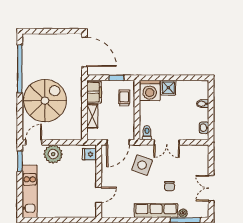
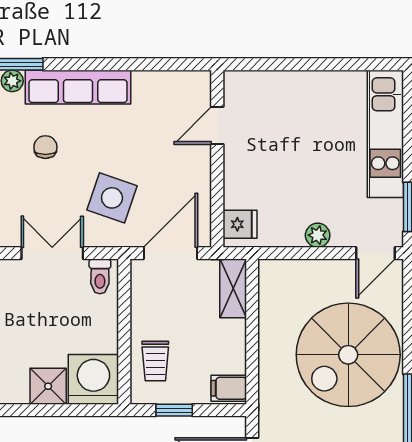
filing cabinet: (94, 92) -> (229, 388), width x0.50
shelving: (92, 116) -> (233, 288), moved
plant: (53, 154) -> (318, 235), width x0.53, depth x0.53

